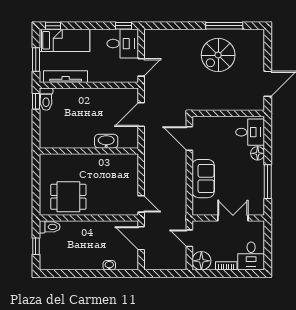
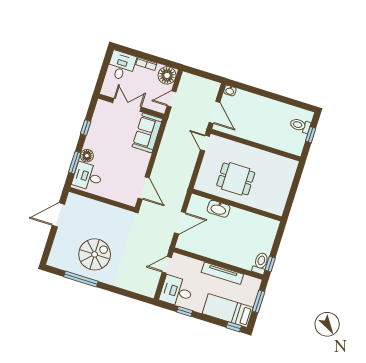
window: (123, 26) -> (185, 311), moved
tv unit: (66, 77) -> (222, 273), moved
window: (268, 142) -> (75, 163), added
sofa: (203, 179) -> (147, 133), moved
window: (268, 182) -> (86, 128), width x0.46
dining table: (68, 197) -> (236, 179), moved
double door: (233, 218) -> (127, 105), swing flipped
toilet: (50, 227) -> (300, 125), moved
door: (189, 238) -> (171, 99), swing flipped
washbasin: (109, 265) -> (230, 91), moved

